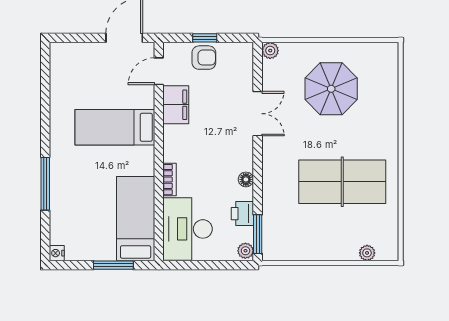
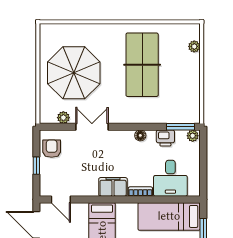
plant: (270, 51) -> (63, 118), moved
armchair: (204, 58) -> (52, 149), moved
parasol: (331, 89) -> (74, 73), width x1.36, depth x1.36
filing cabinet: (176, 105) -> (113, 187), moved
desk: (188, 229) -> (170, 178), width x0.73

